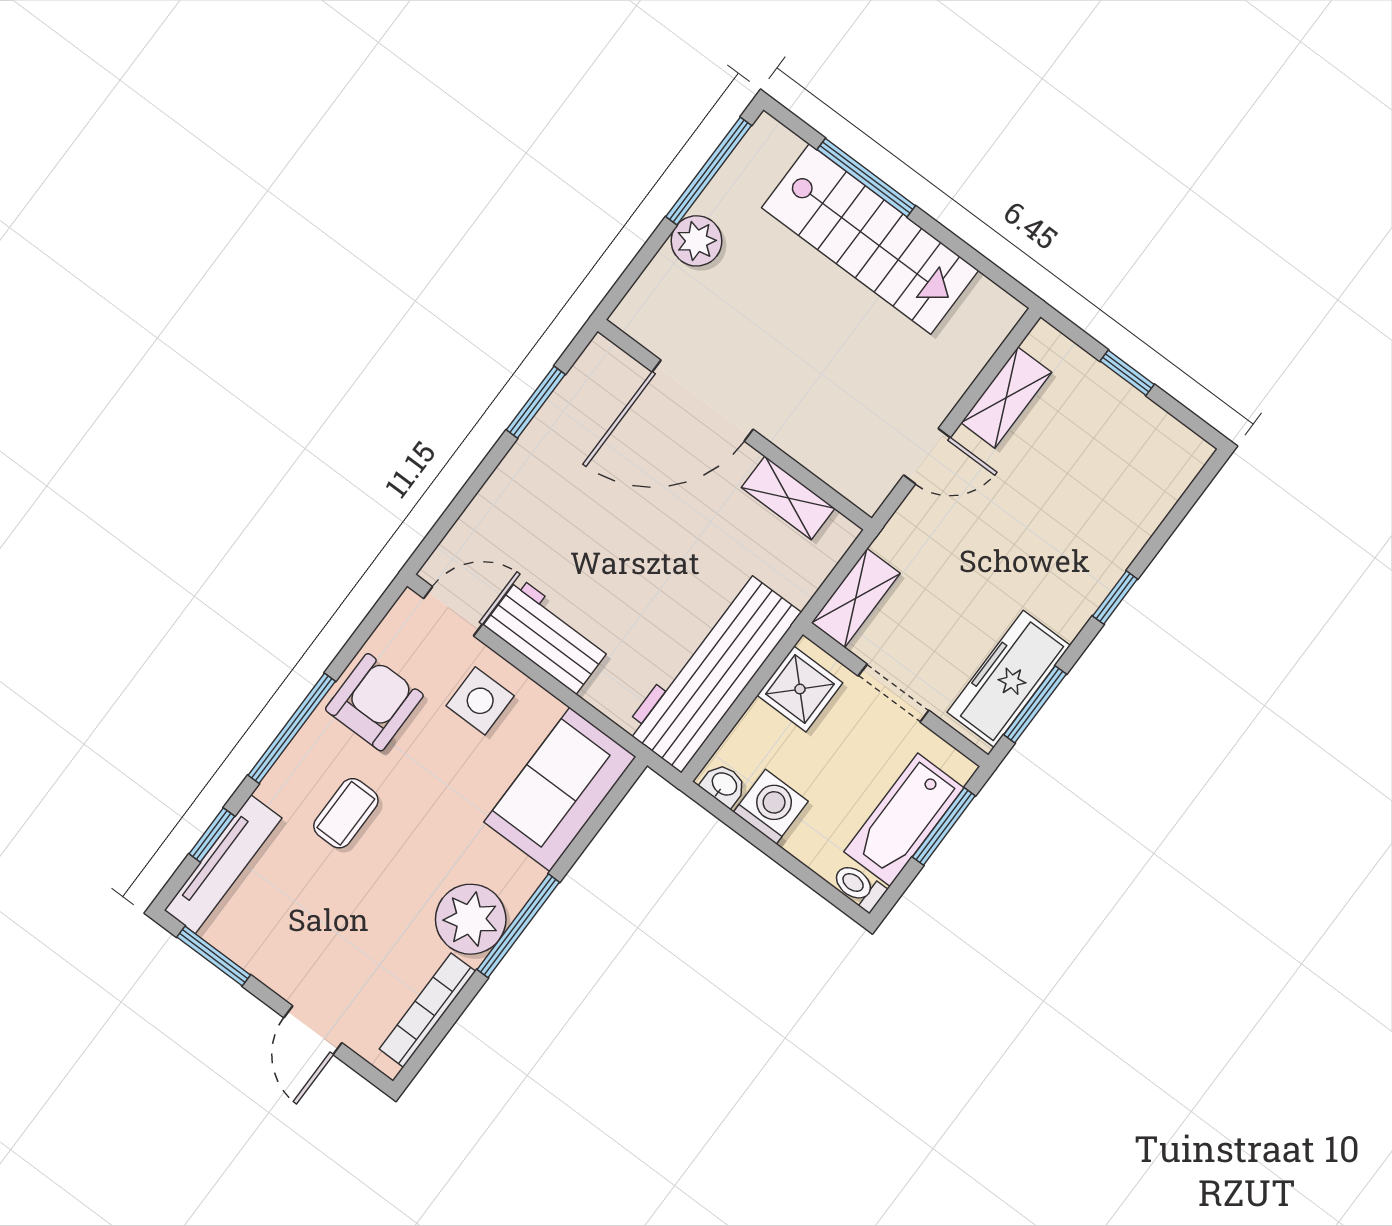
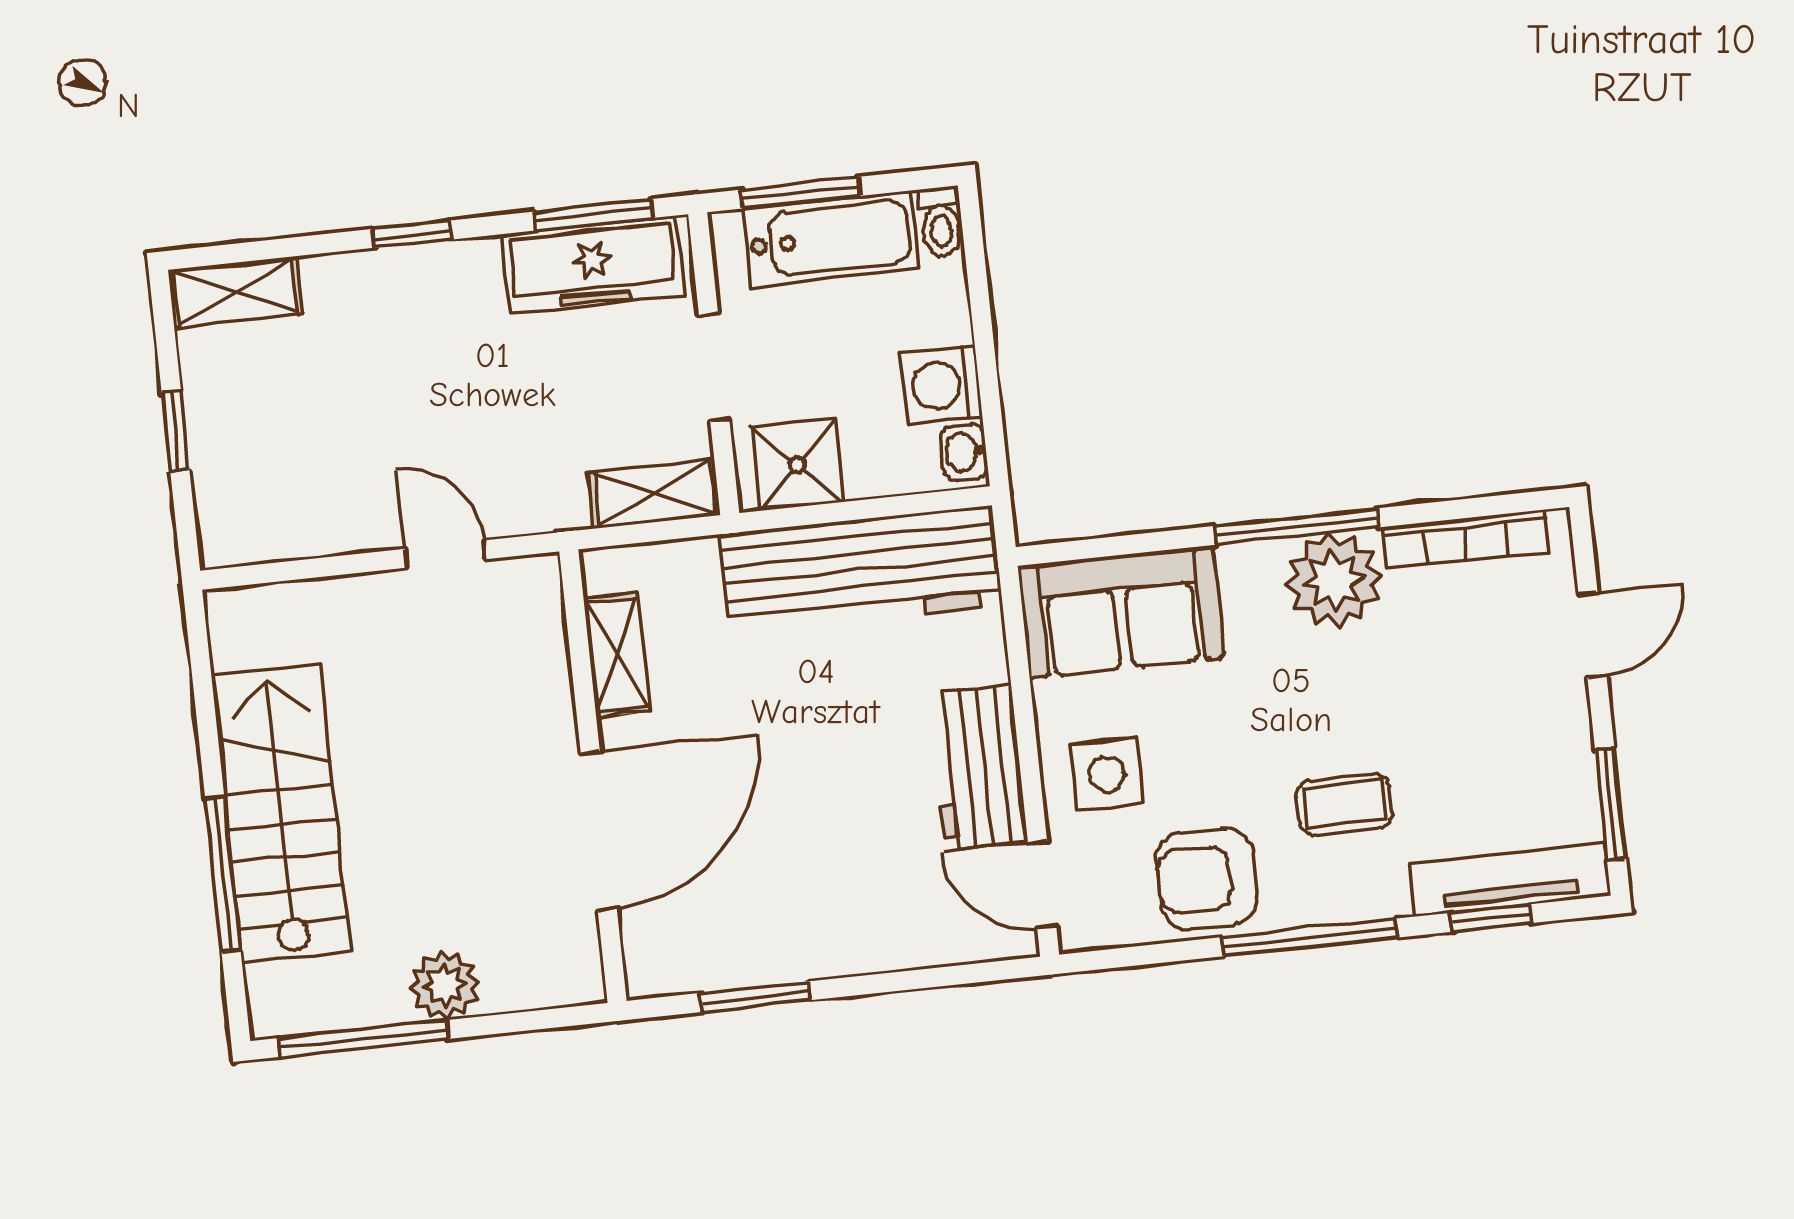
shelving: (1006, 398) -> (235, 292), moved
door: (703, 401) -> (599, 831), hinge flipped

